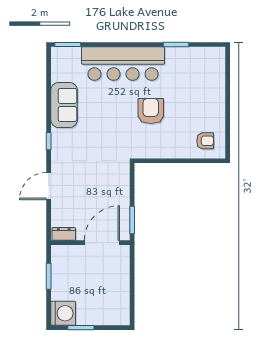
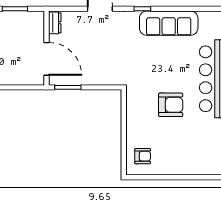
sofa: (64, 105) -> (169, 23), width x1.36
armchair: (205, 141) -> (143, 156), turned -90

